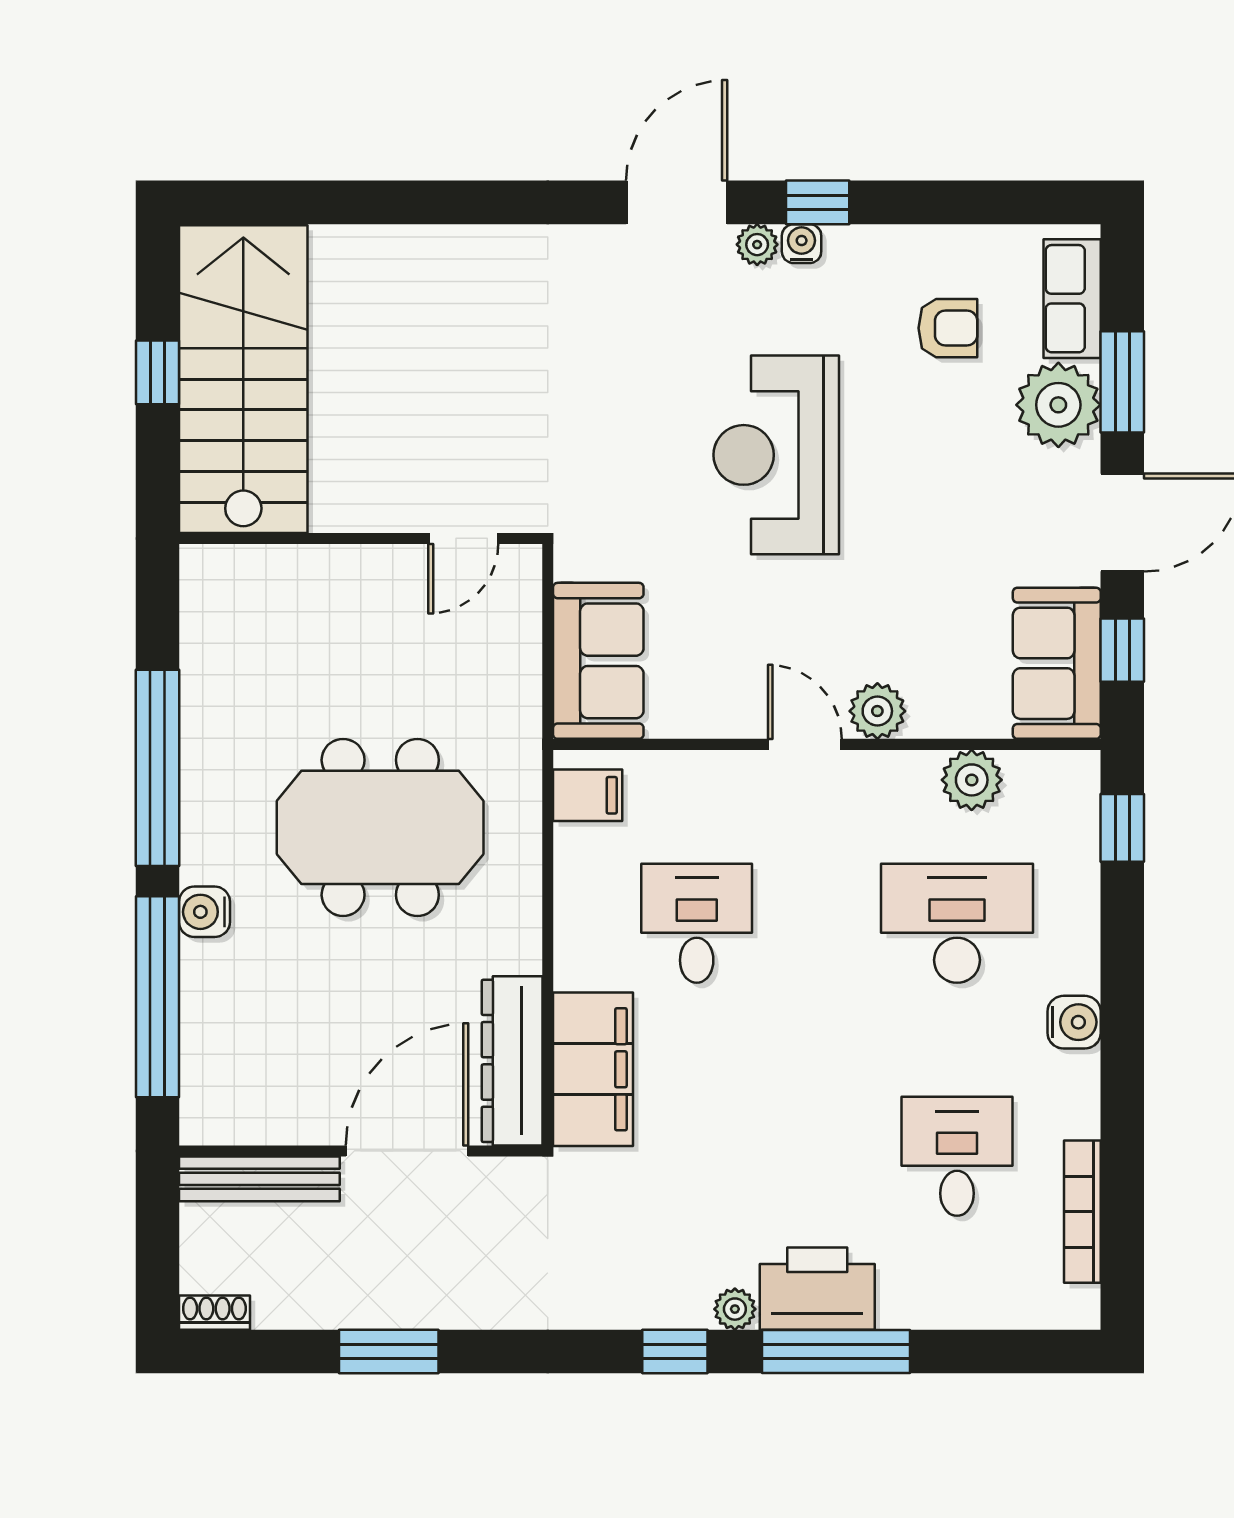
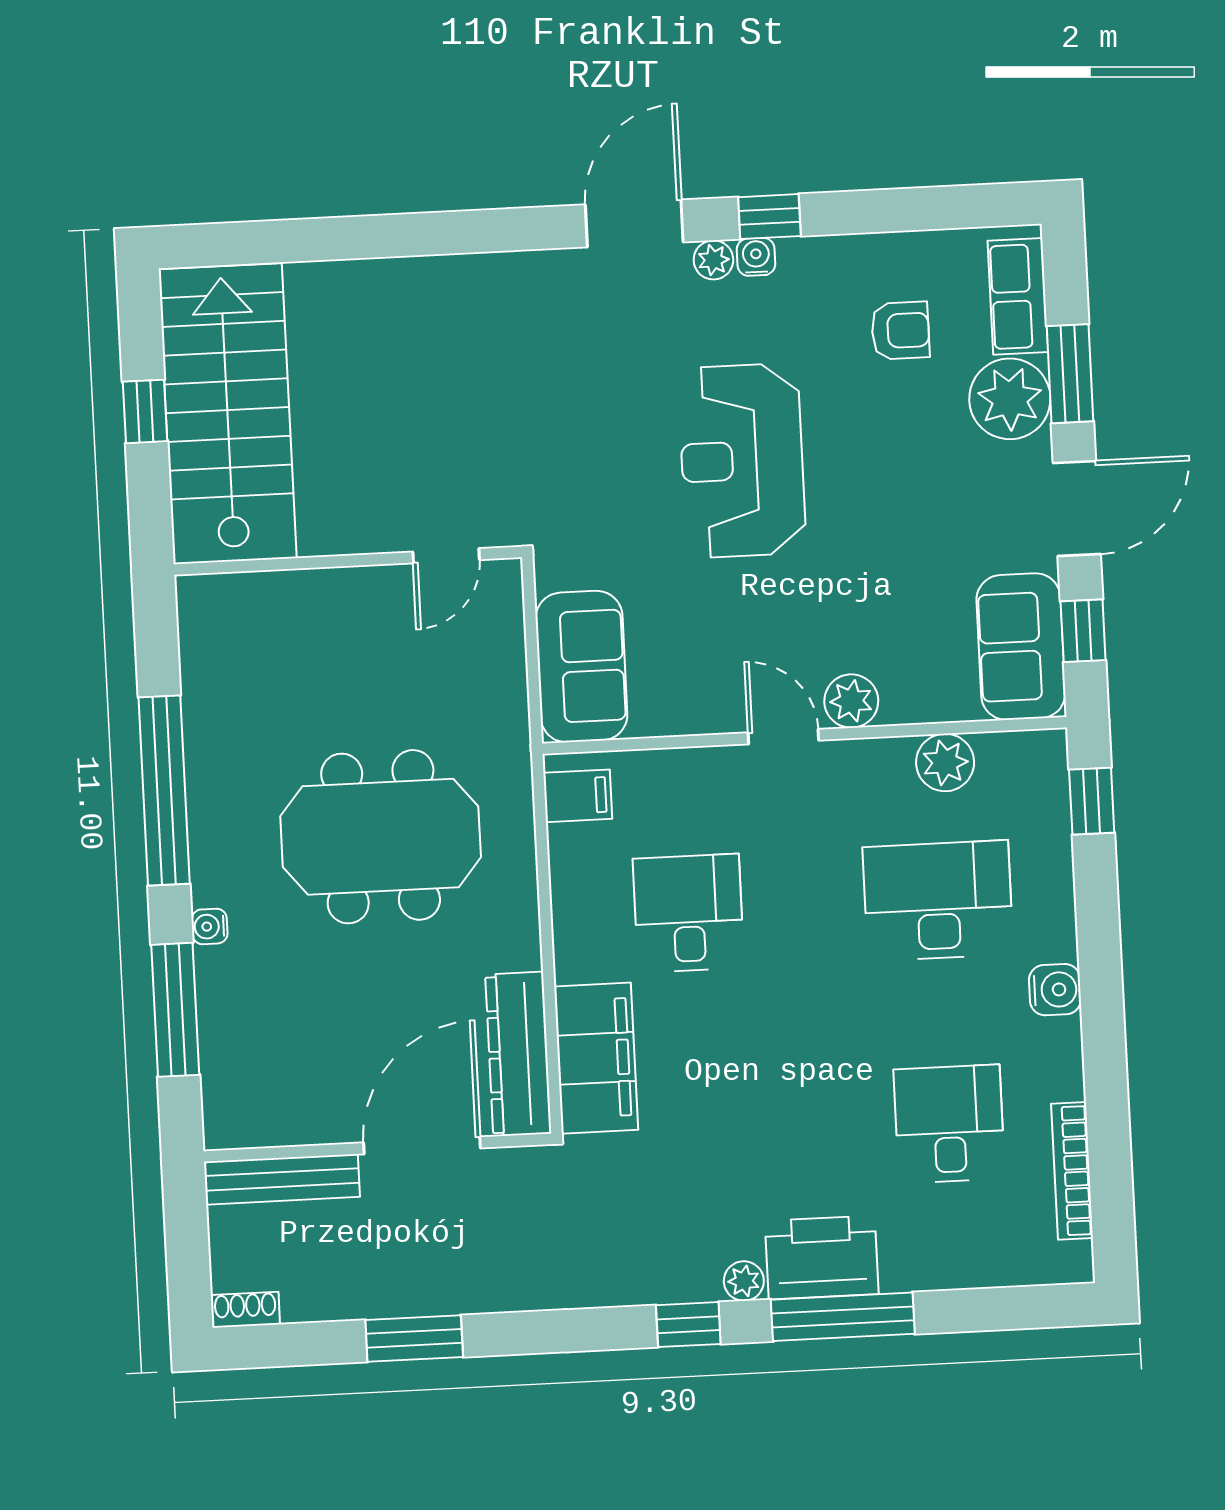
water cooler: (204, 912) -> (210, 926), width x0.72, depth x0.72
window: (157, 997) -> (175, 1010), width x0.68

